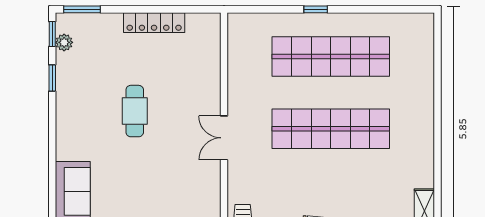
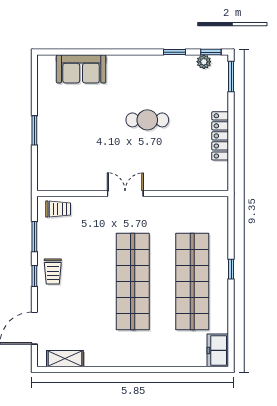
freezer: (414, 26) -> (218, 350), added

